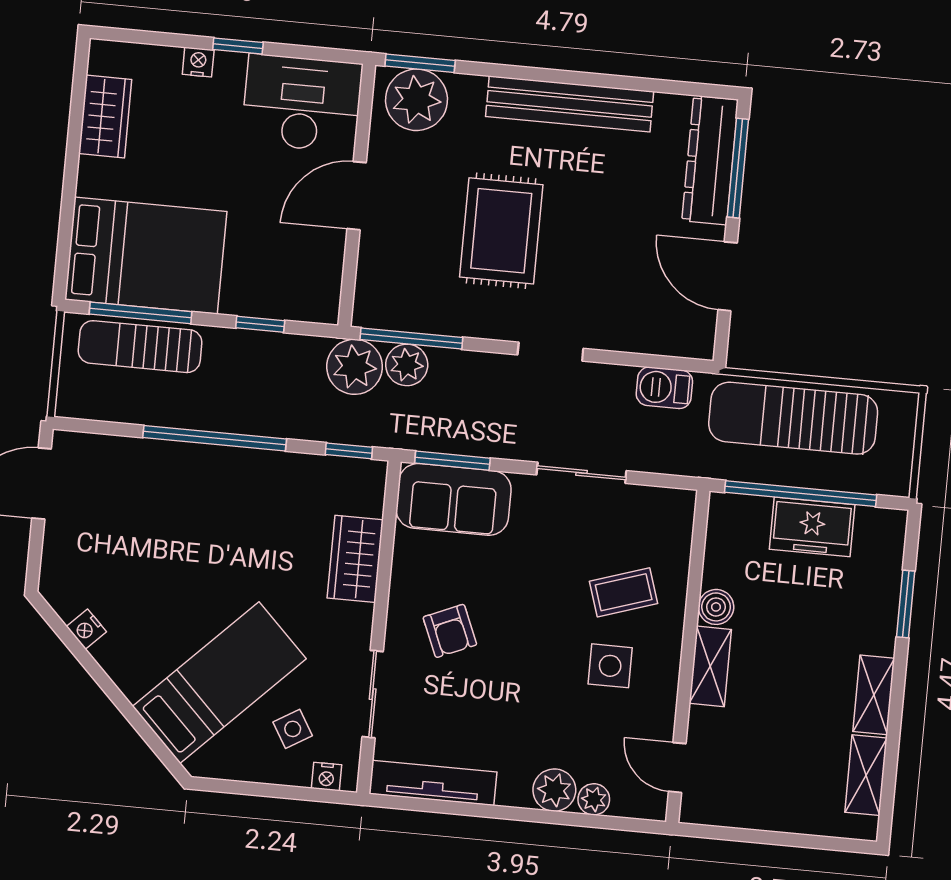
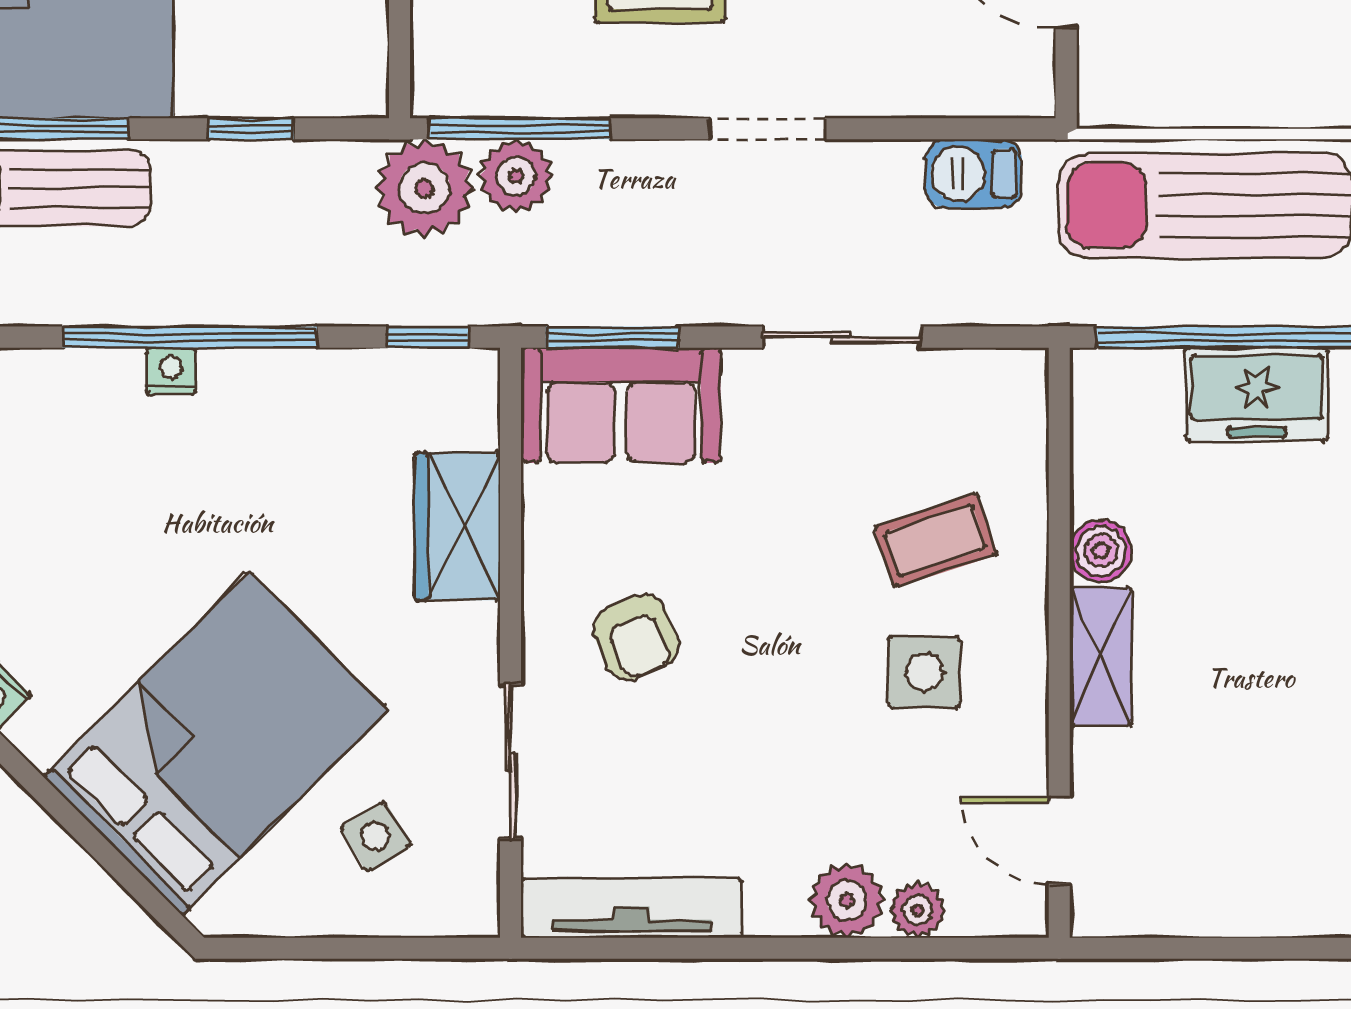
bed: (219, 683) -> (216, 743), width x1.50
nightstand: (326, 777) -> (171, 371), moved, turned 180

